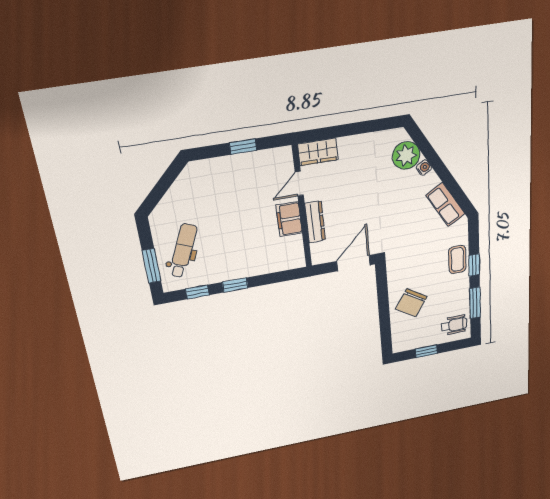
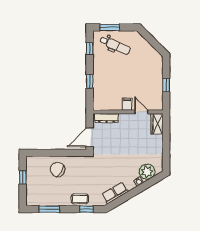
filing cabinet: (289, 219) -> (127, 104), width x0.50
dresser: (315, 222) -> (106, 118), moved
door: (353, 263) -> (90, 137), swing flipped
window: (474, 265) -> (87, 209), moved
window: (235, 285) -> (90, 81), moved
wheelchair: (454, 325) -> (37, 196), removed

